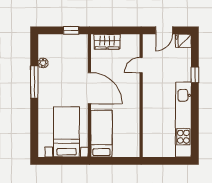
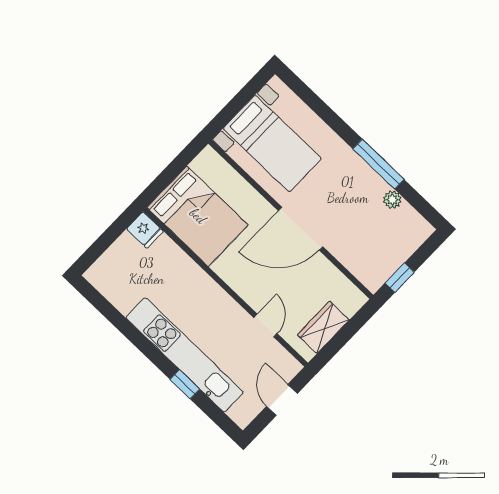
fridge: (183, 41) -> (145, 230), moved, turned 90
wardrobe: (107, 42) -> (323, 327), moved
kitchen unit: (183, 119) -> (185, 355), moved
bed: (101, 134) -> (198, 216), moved, width x1.50

